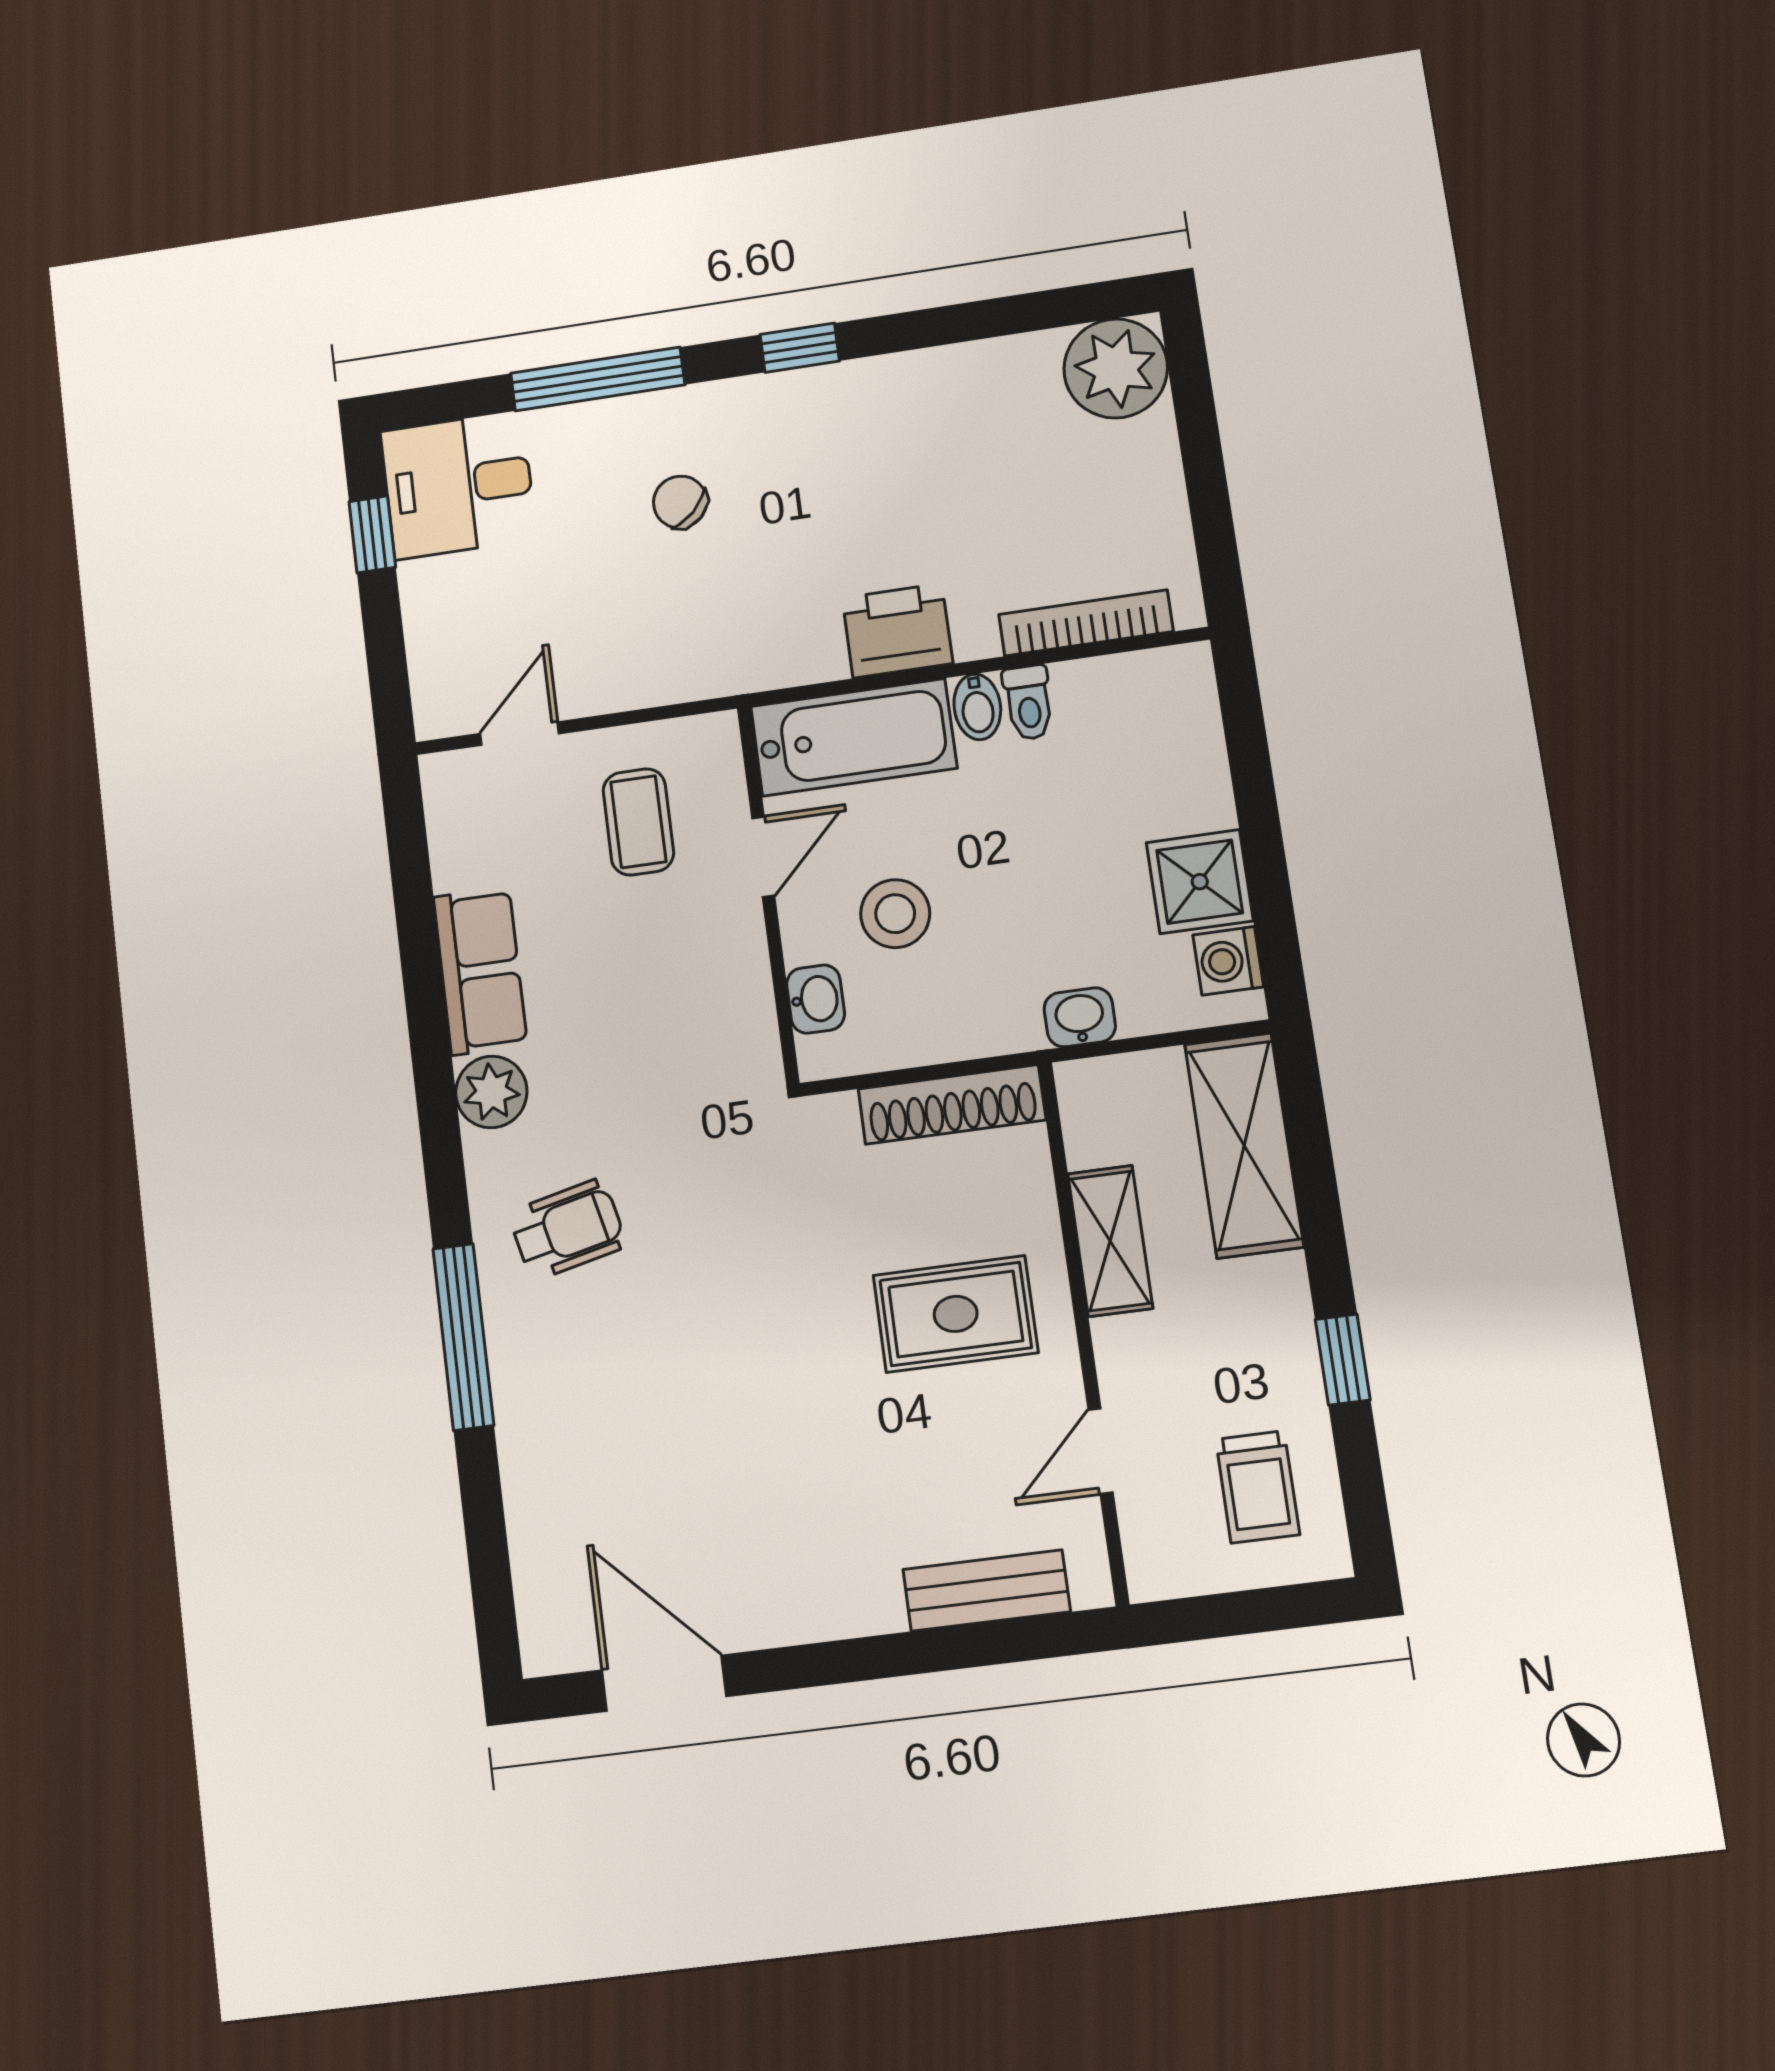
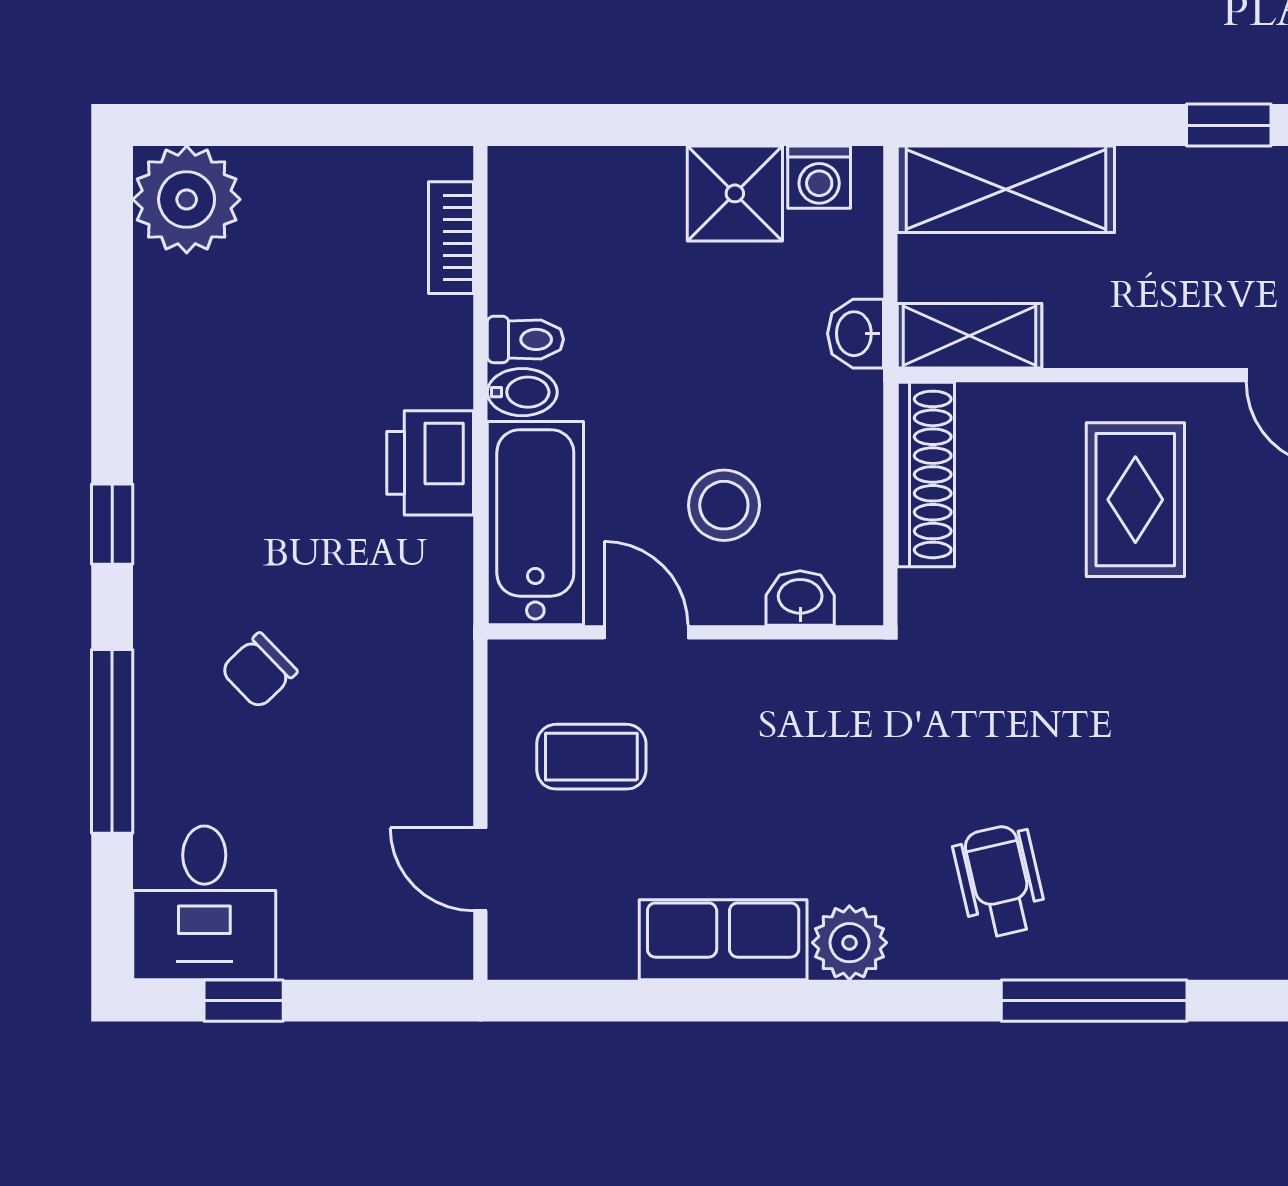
bookcase: (1086, 623) -> (451, 238), width x0.64
shelving: (1110, 1241) -> (970, 336), moved

